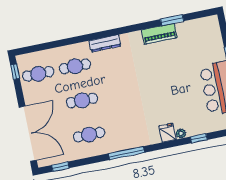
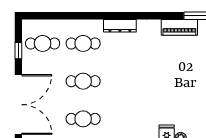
window: (15, 72) -> (18, 51), moved

